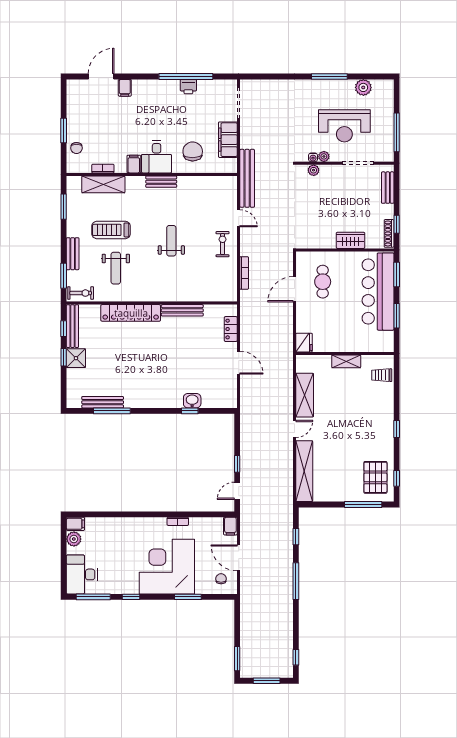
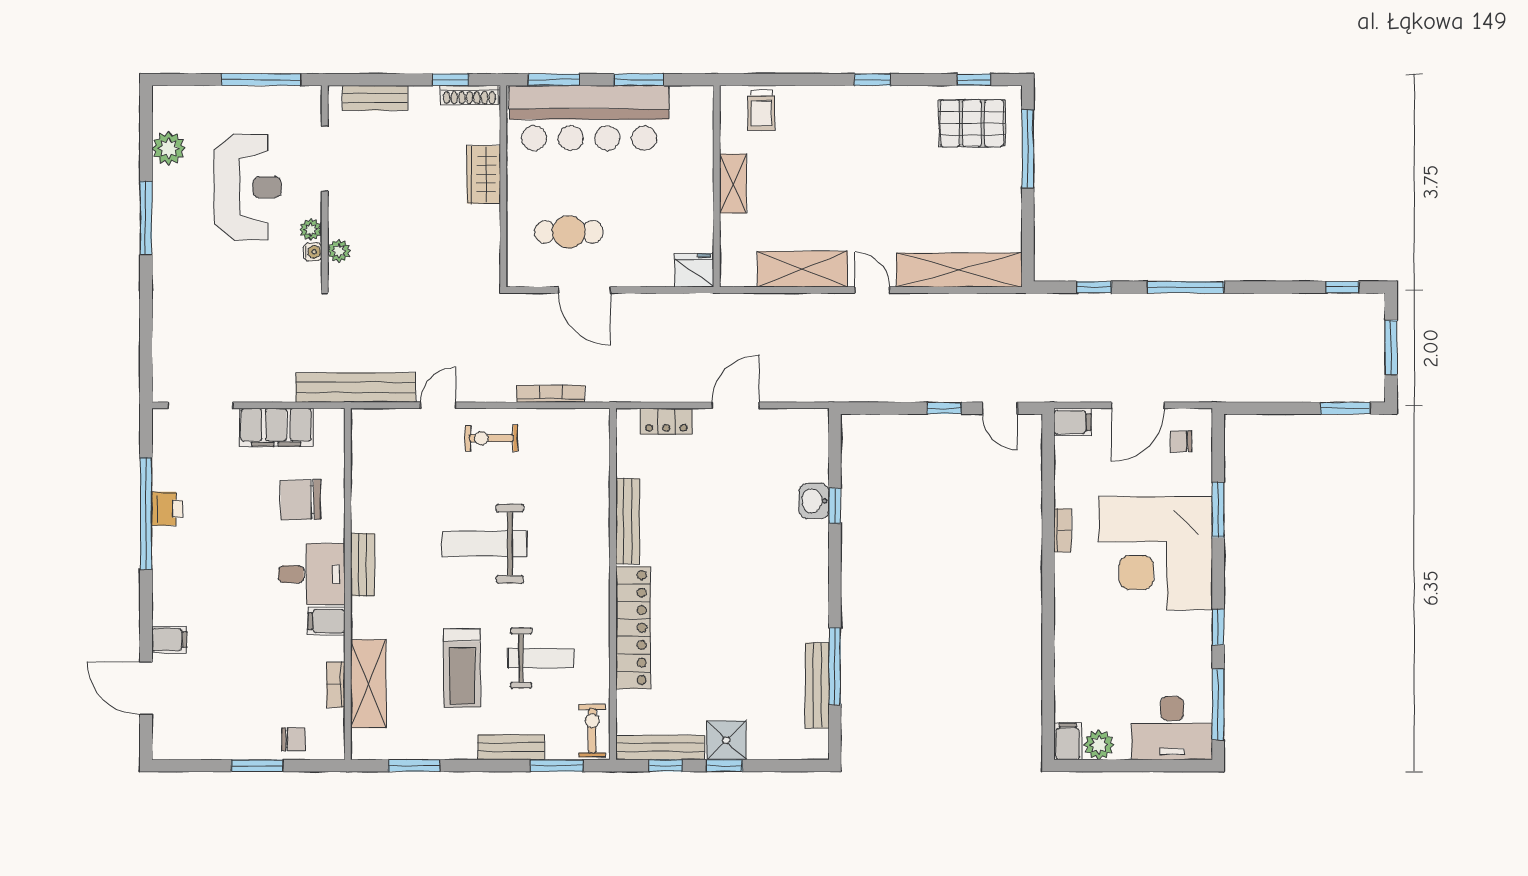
weight bench: (171, 241) -> (484, 544), width x1.36, depth x1.33

